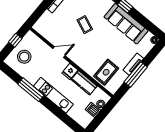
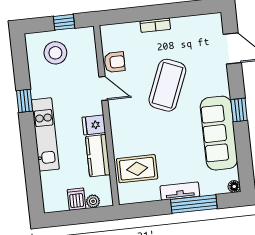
coffee table: (85, 25) -> (167, 85), width x1.86, depth x1.72
armchair: (53, 36) -> (115, 62), added
window: (136, 75) -> (194, 204), moved
window: (31, 90) -> (24, 101), width x0.46

